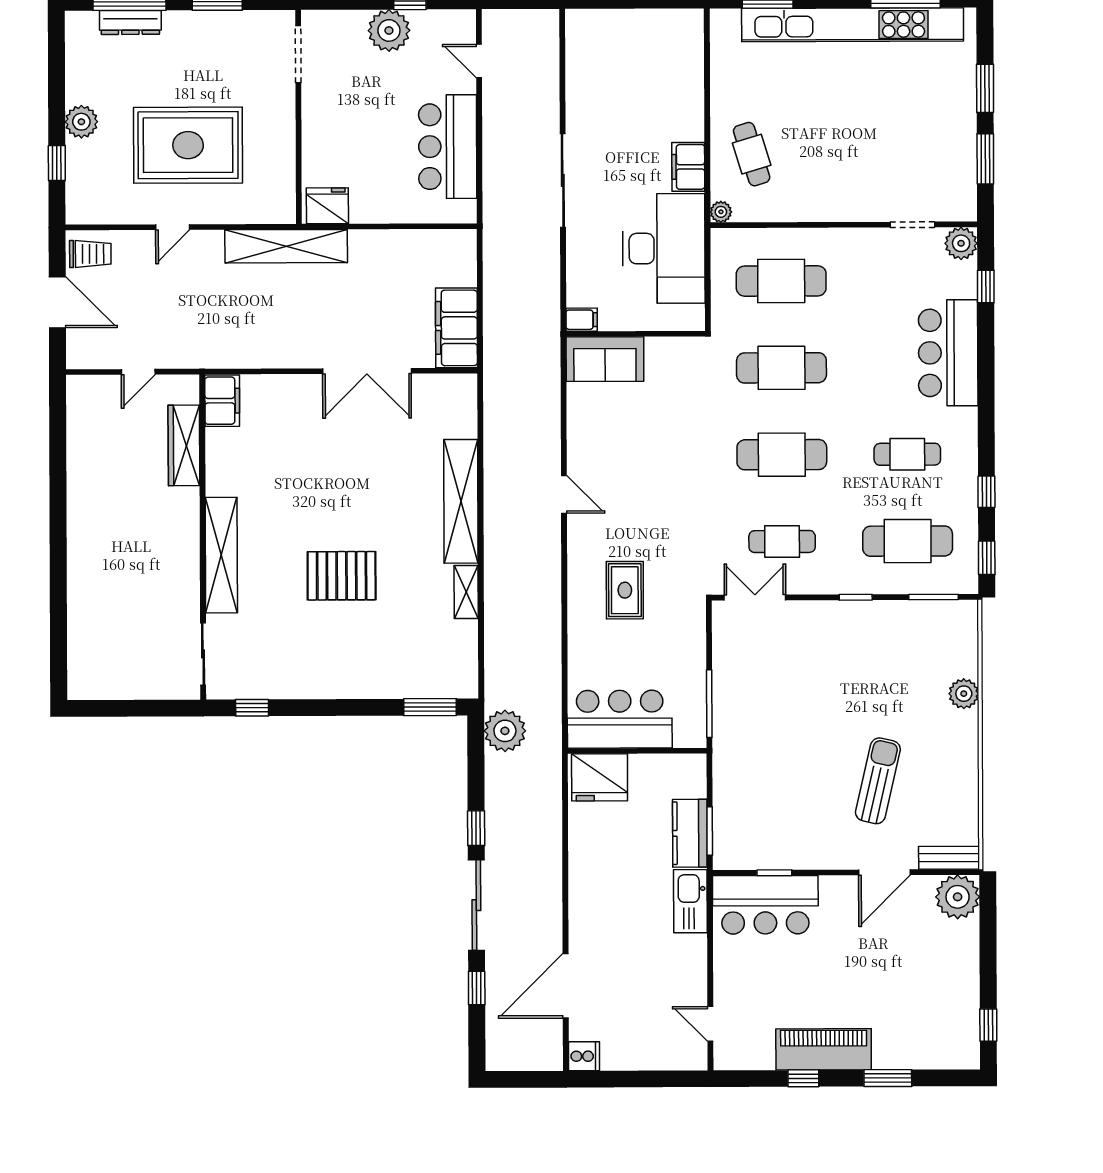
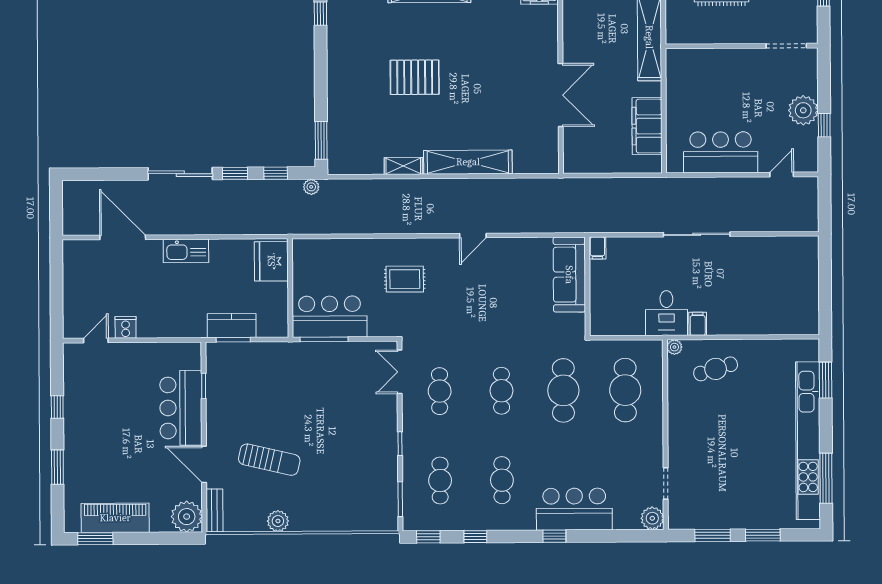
filing cabinet: (688, 167) -> (698, 324), width x0.50
fridge: (327, 206) -> (678, 67), removed
desk: (664, 248) -> (667, 313), width x0.53, depth x0.77
window: (986, 287) -> (554, 536), moved
filing cabinet: (456, 328) -> (647, 126), moved, turned -90
sofa: (605, 359) -> (569, 275), width x1.36
double door: (367, 371) -> (561, 95), swing flipped
cafe table: (782, 455) -> (501, 391), width x0.73, depth x0.74
cafe table: (908, 541) -> (440, 481), width x0.73, depth x0.74
pallet: (342, 576) -> (415, 77), turned 90
double door: (755, 598) -> (400, 372), swing flipped
plant: (964, 694) -> (278, 521), moved
bar counter: (620, 719) -> (330, 317), moved, turned -90
plant: (505, 731) -> (311, 187), width x0.53, depth x0.53
kitchen sink: (690, 901) -> (186, 251), moved, turned 180
bar counter: (765, 905) -> (181, 408), moved
window: (477, 988) -> (276, 173), moved
window: (988, 1025) -> (95, 539), width x1.50
piano: (824, 1049) -> (115, 518), moved, turned -90
cooker: (584, 1056) -> (126, 327), moved, turned 180

